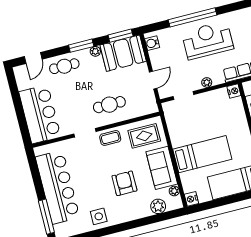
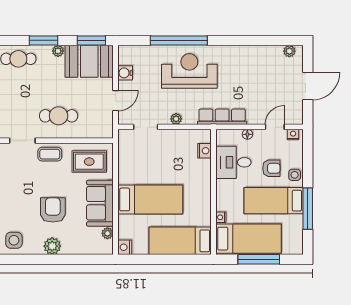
water cooler: (152, 43) -> (125, 73), moved
nightstand: (234, 91) -> (204, 151), moved
plant: (158, 206) -> (52, 246), moved

